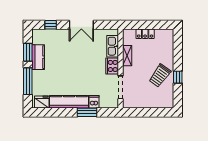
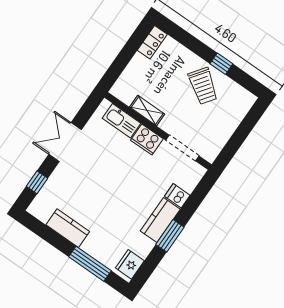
double door: (81, 25) -> (65, 142), swing flipped
locker: (145, 34) -> (152, 42), moved
window: (28, 52) -> (52, 237), removed
kitchen counter: (69, 102) -> (160, 220), width x0.67
window: (87, 112) -> (170, 236), moved

